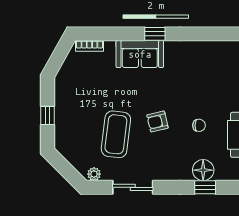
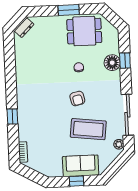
window: (155, 34) -> (12, 117), moved
sofa: (140, 54) -> (81, 166), moved, turned -90
sliding door: (133, 187) -> (127, 115), width x1.37

